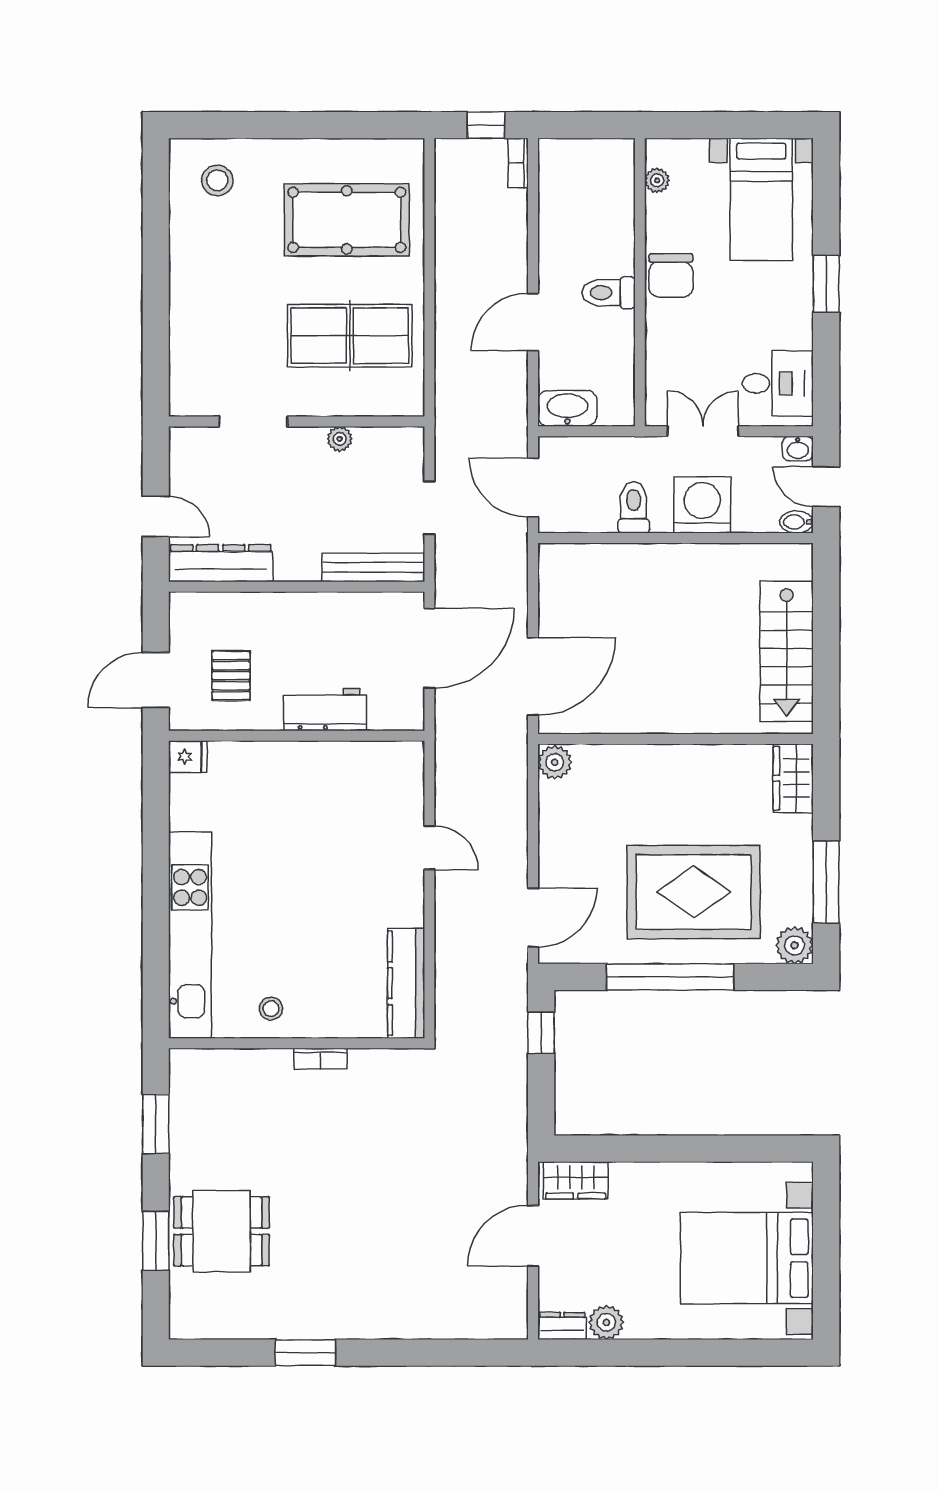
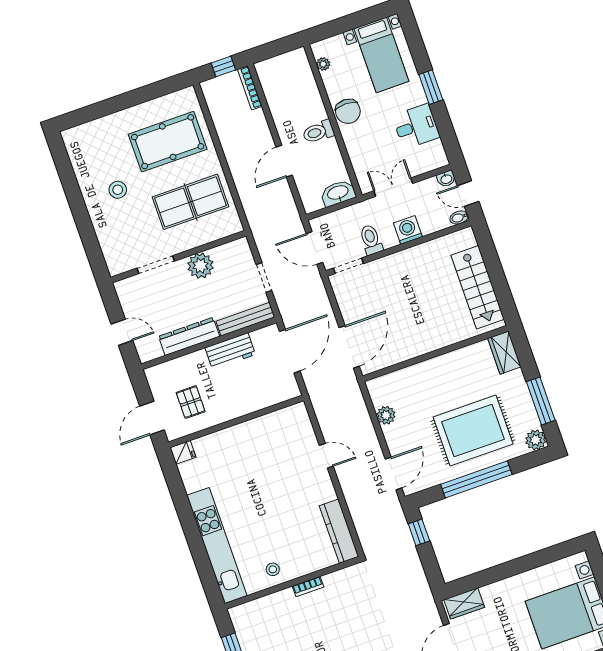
bookcase: (518, 163) -> (250, 88), width x1.56
stool: (217, 180) -> (118, 190), moved
desk: (778, 383) -> (416, 126), moved
washbasin: (567, 408) -> (338, 193), moved
plant: (340, 439) -> (200, 266), width x1.87, depth x1.87
washing machine: (702, 505) -> (408, 230), width x0.73, depth x0.73
doorway: (580, 538) -> (348, 266), added
dresser: (221, 563) -> (189, 336), moved
workbench: (325, 710) -> (230, 351), moved, turned 180
plant: (555, 762) -> (386, 415), moved

